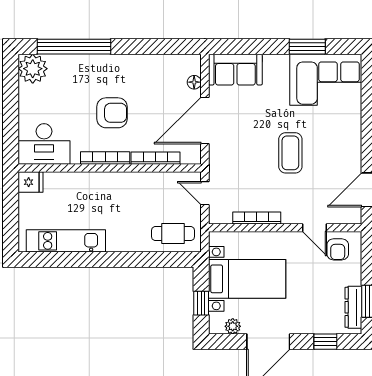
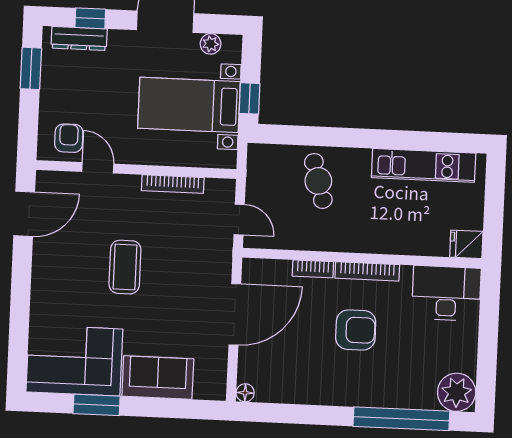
sofa: (235, 70) -> (158, 378), moved
floor lamp: (194, 82) -> (245, 393), moved
armchair: (112, 113) -> (356, 330), turned 180
bookcase: (155, 158) -> (313, 269), width x0.64
cafe table: (173, 234) -> (318, 181), moved, turned 74
window: (201, 303) -> (249, 98), moved
dresser: (353, 307) -> (79, 38), moved, turned 90

